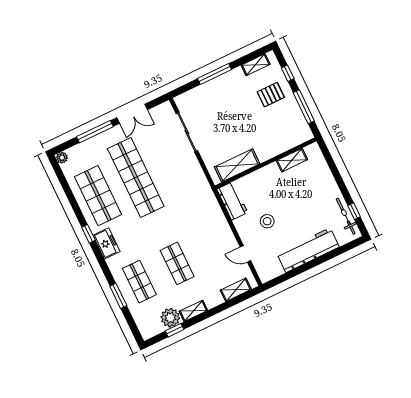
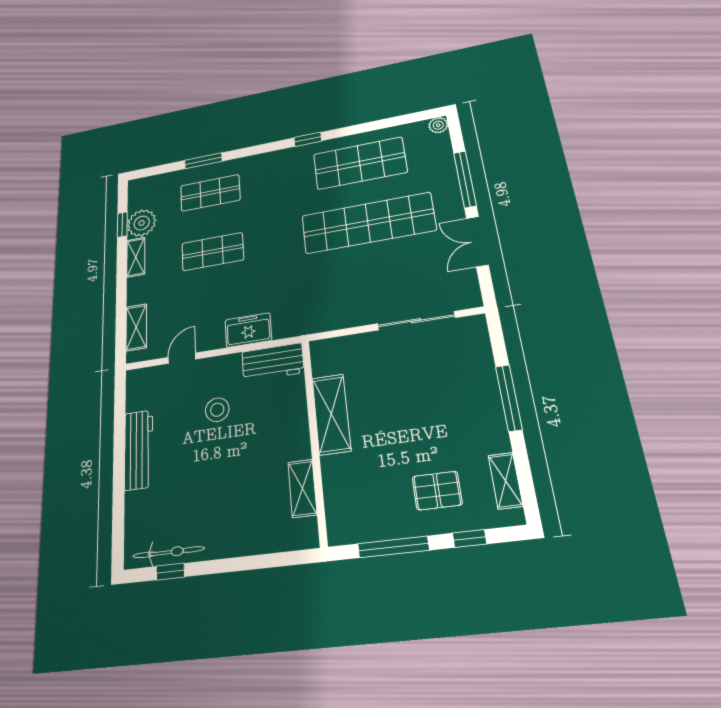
pallet: (271, 95) -> (437, 491), turned 90
shelving: (237, 165) -> (331, 414), moved
freezer: (106, 243) -> (248, 330), moved, turned 180
workbench: (308, 250) -> (139, 450), width x0.73, depth x0.76

